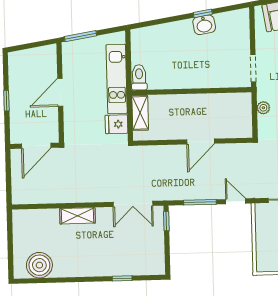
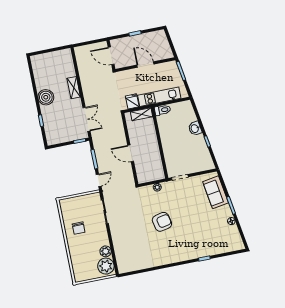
washbasin: (204, 25) -> (195, 128), moved
double door: (133, 204) -> (86, 119), swing flipped
boiler: (39, 265) -> (46, 97), moved

